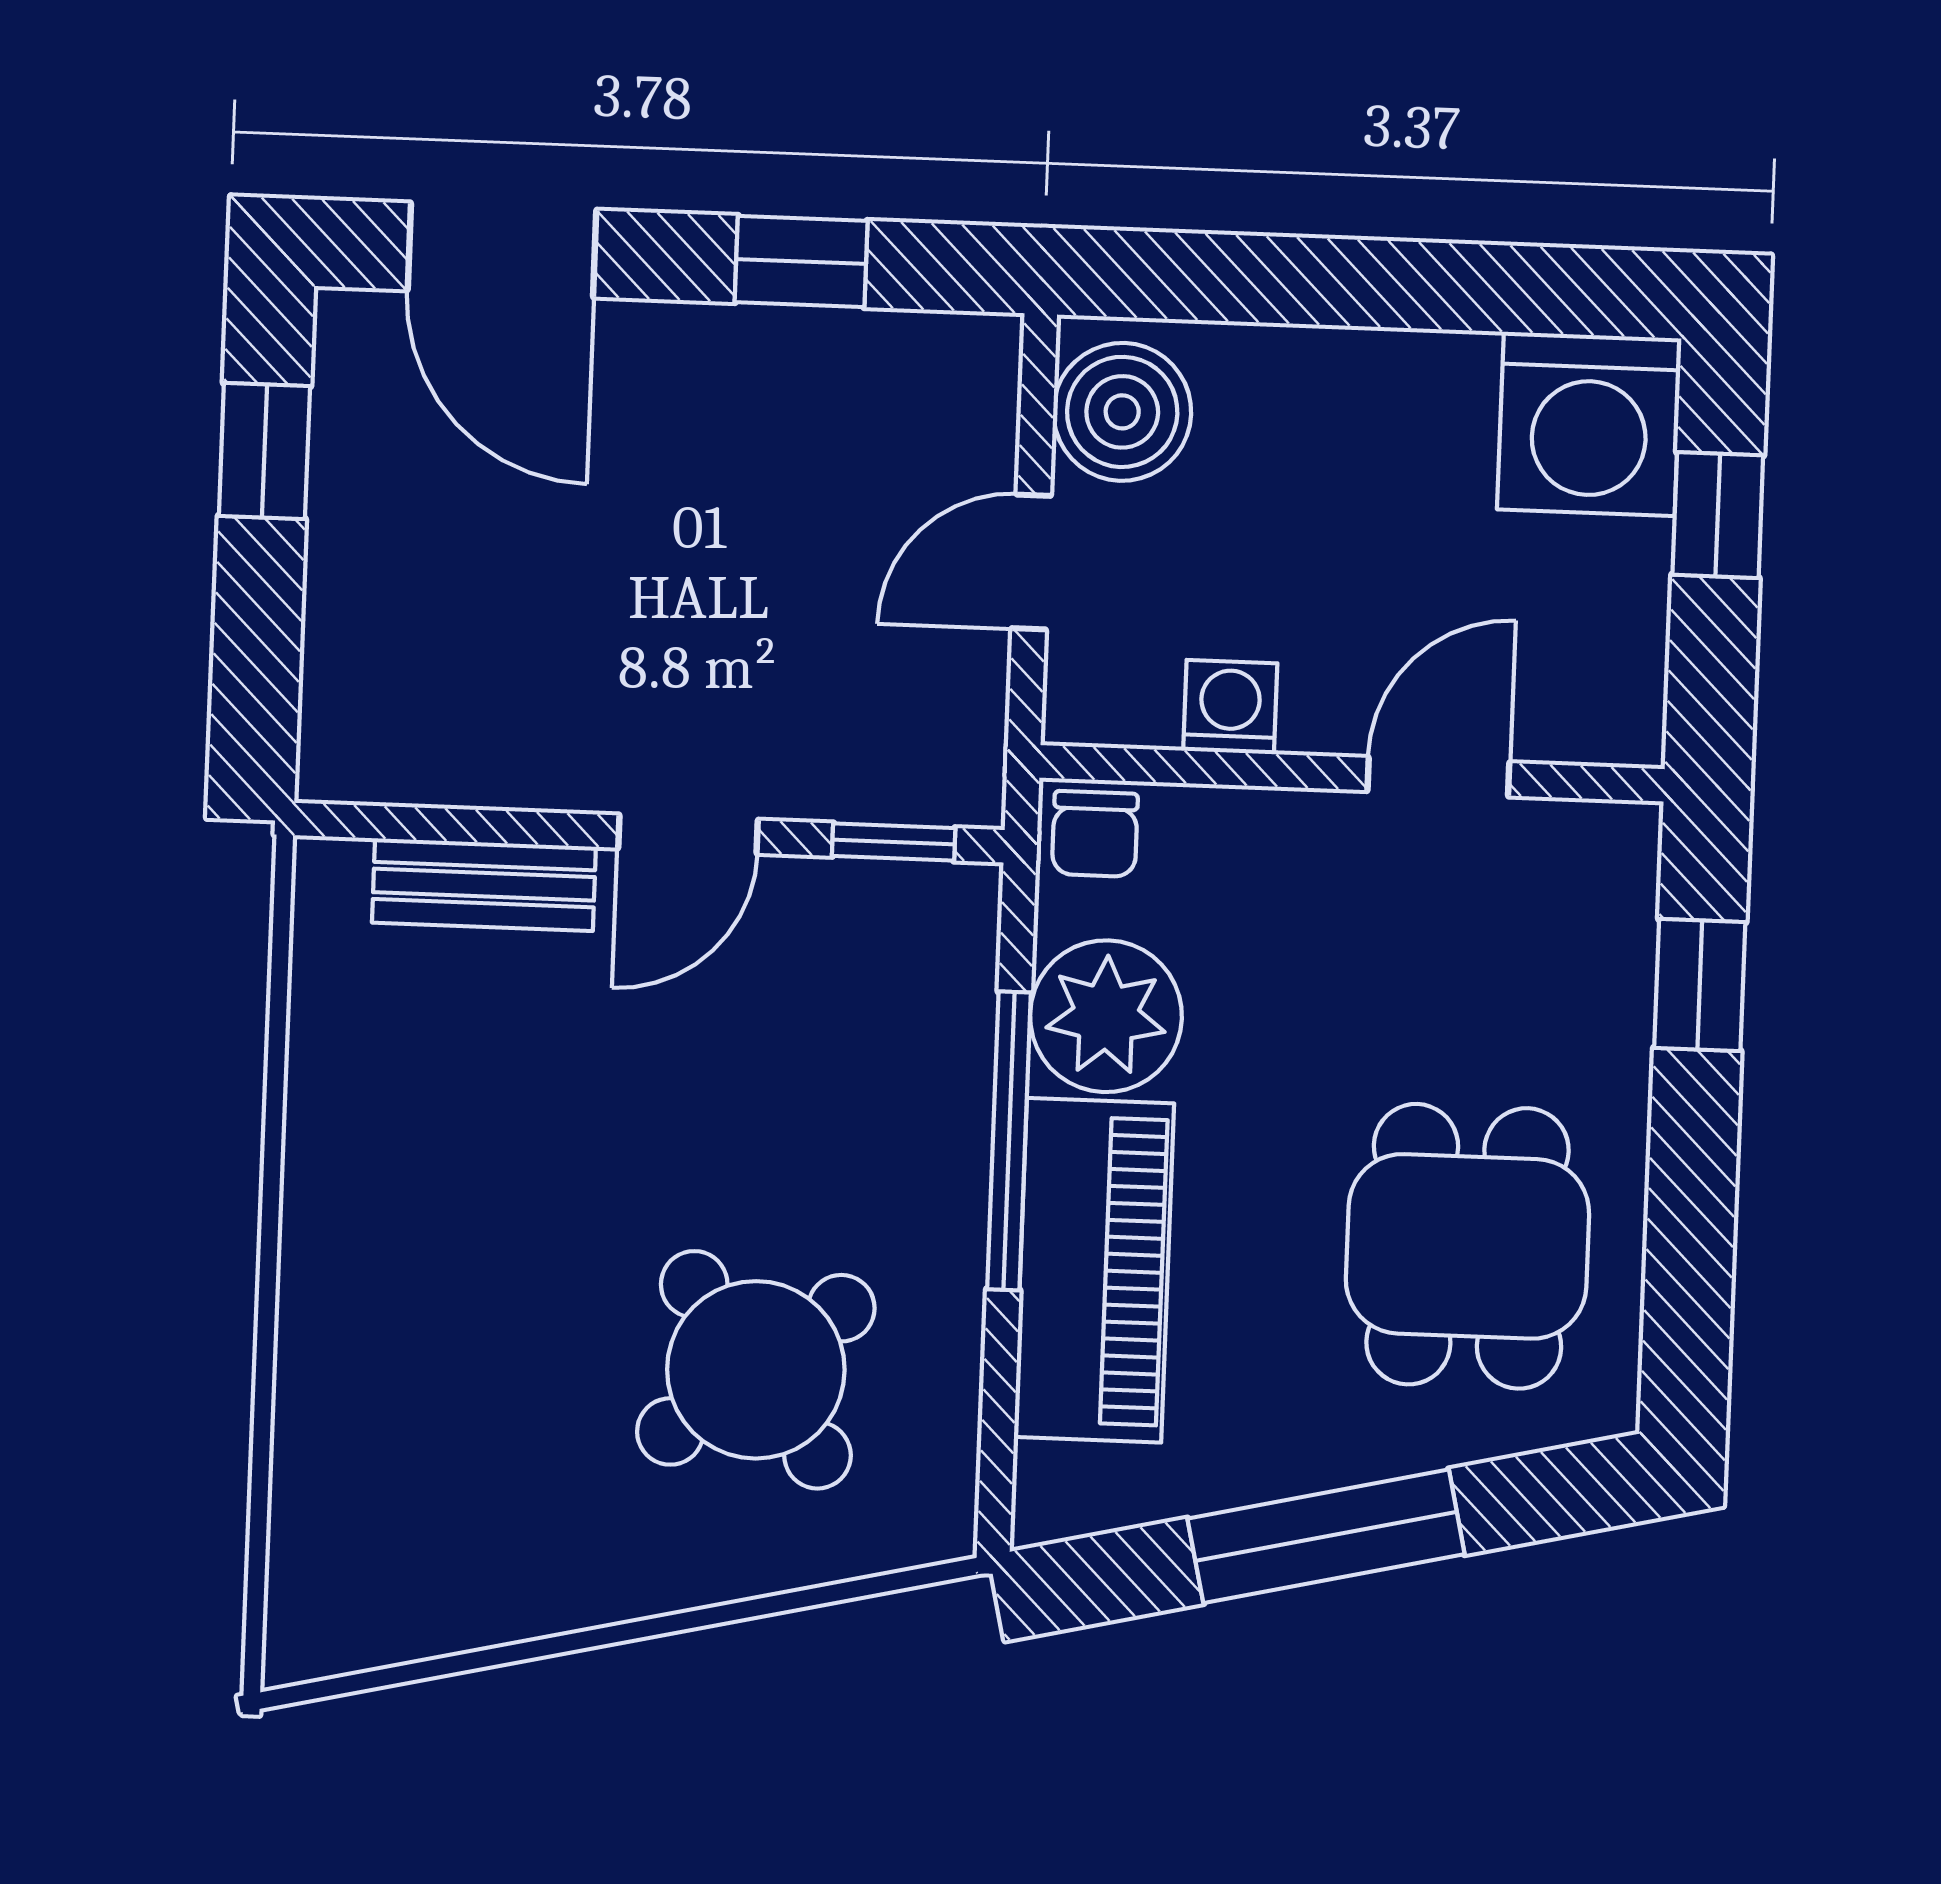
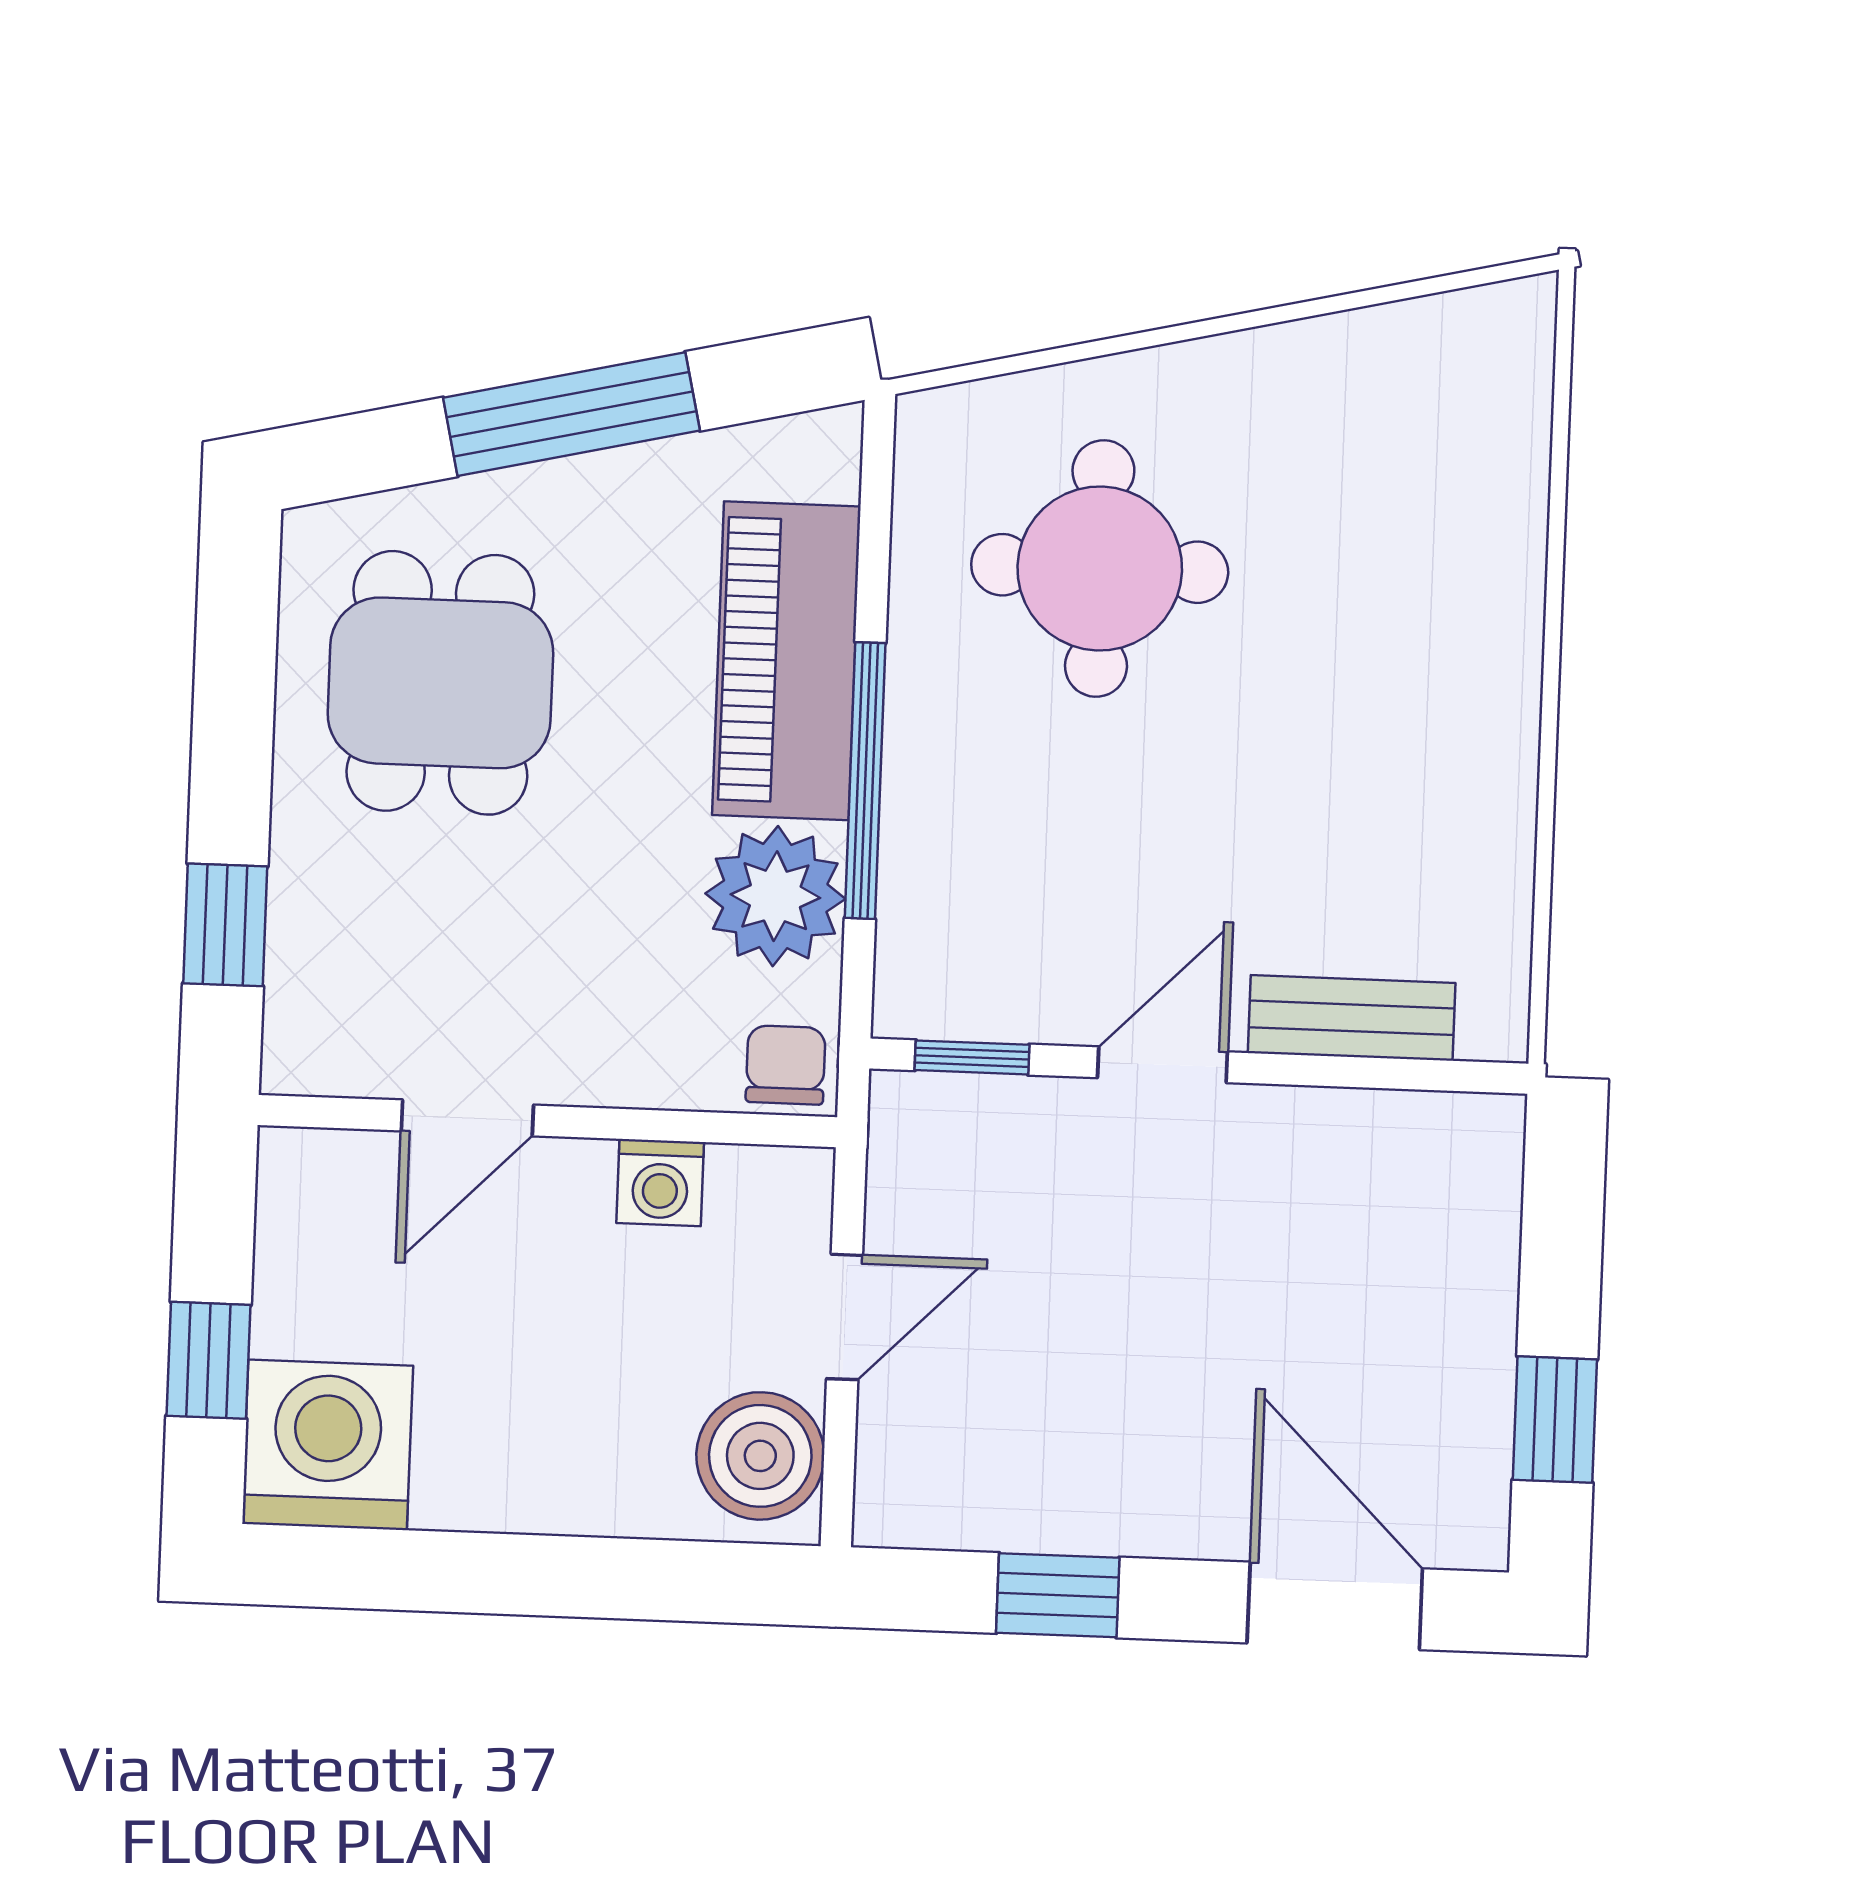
round table: (756, 1370) -> (1100, 568), turned 38

